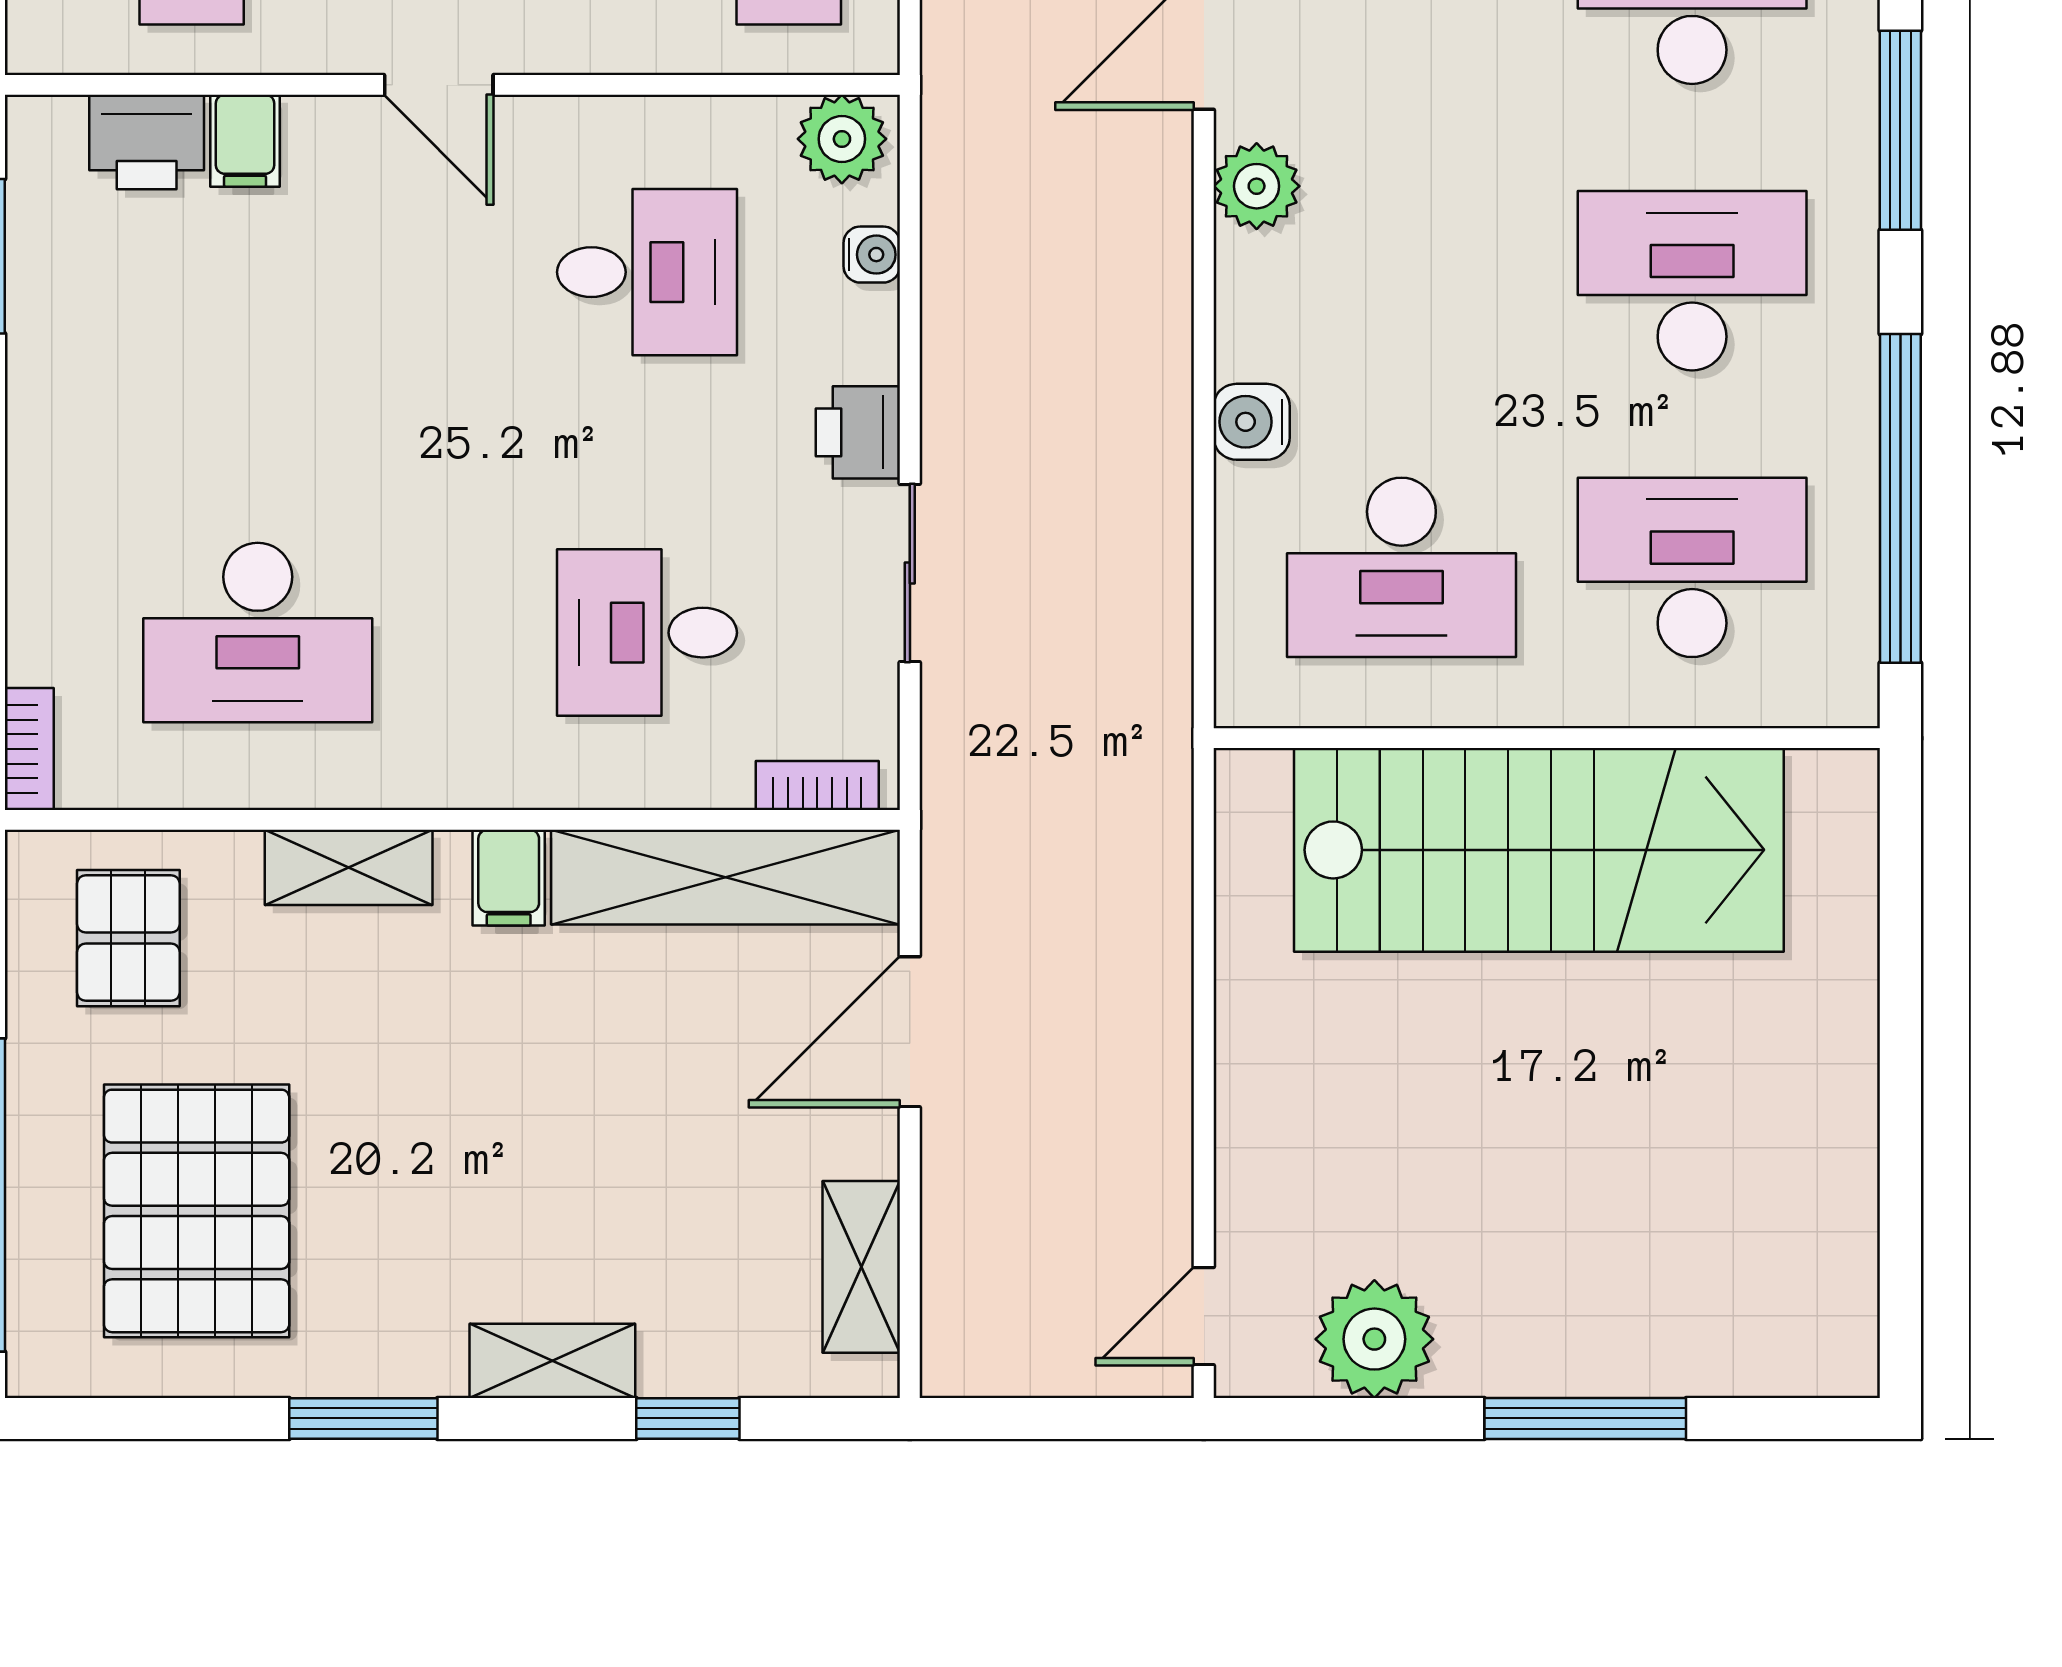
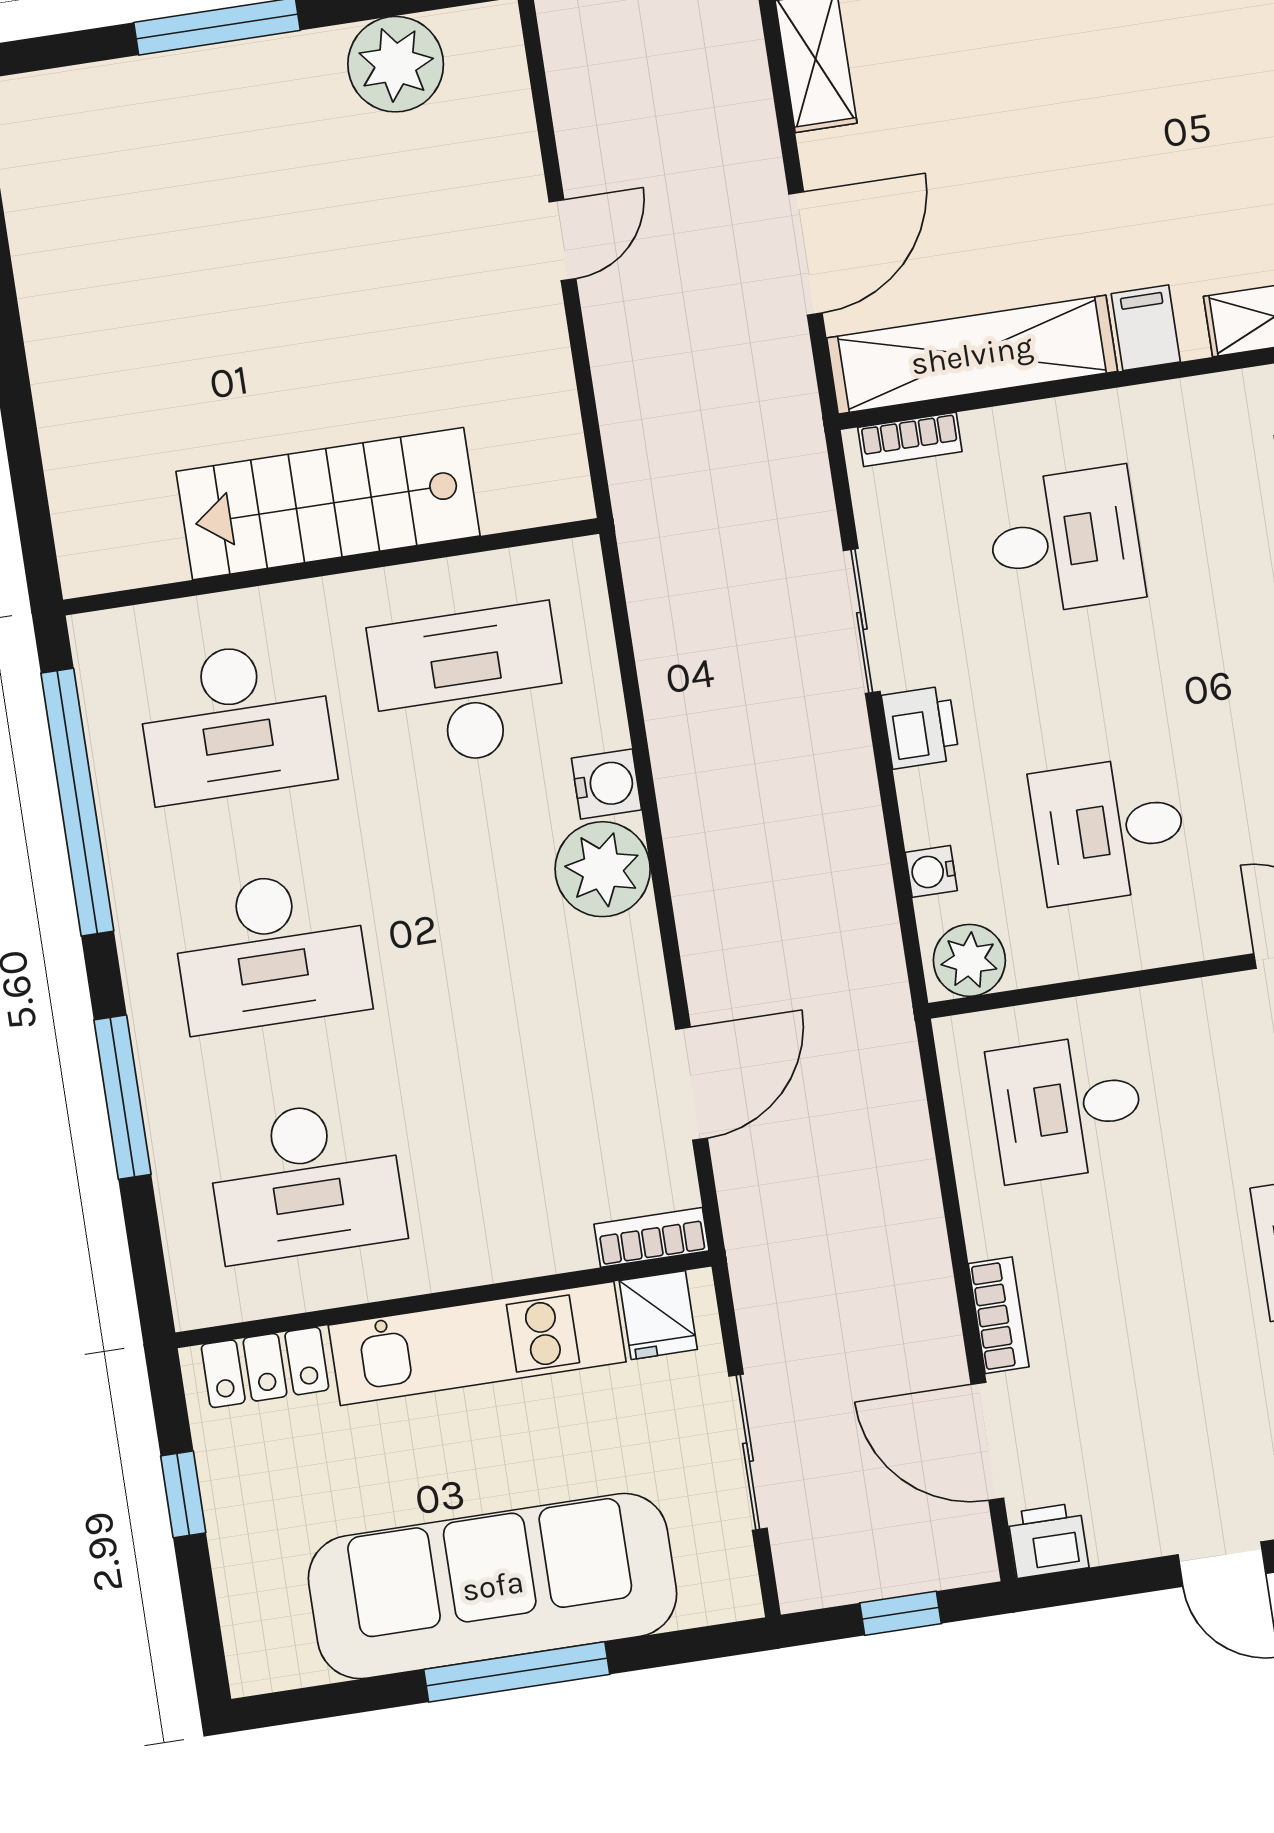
plant: (1257, 186) -> (603, 869), moved, width x1.36, depth x1.36
stairs: (1539, 850) -> (328, 504), width x0.73, depth x0.66
door: (1204, 1316) -> (562, 240), moved

